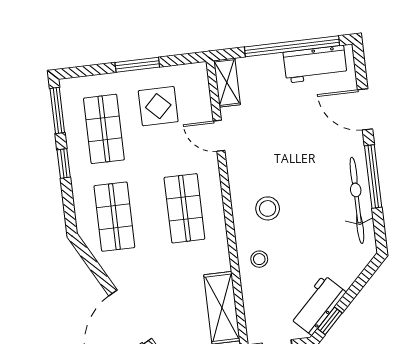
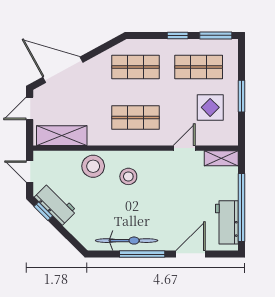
stool: (259, 259) -> (93, 166), width x1.89, depth x1.89

